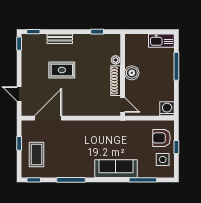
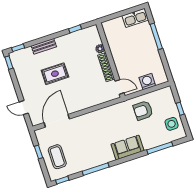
boiler: (132, 73) -> (118, 56), removed
washing machine: (167, 109) -> (147, 82), moved
armchair: (161, 138) -> (143, 110), moved
sofa: (116, 169) -> (128, 147), width x0.73

